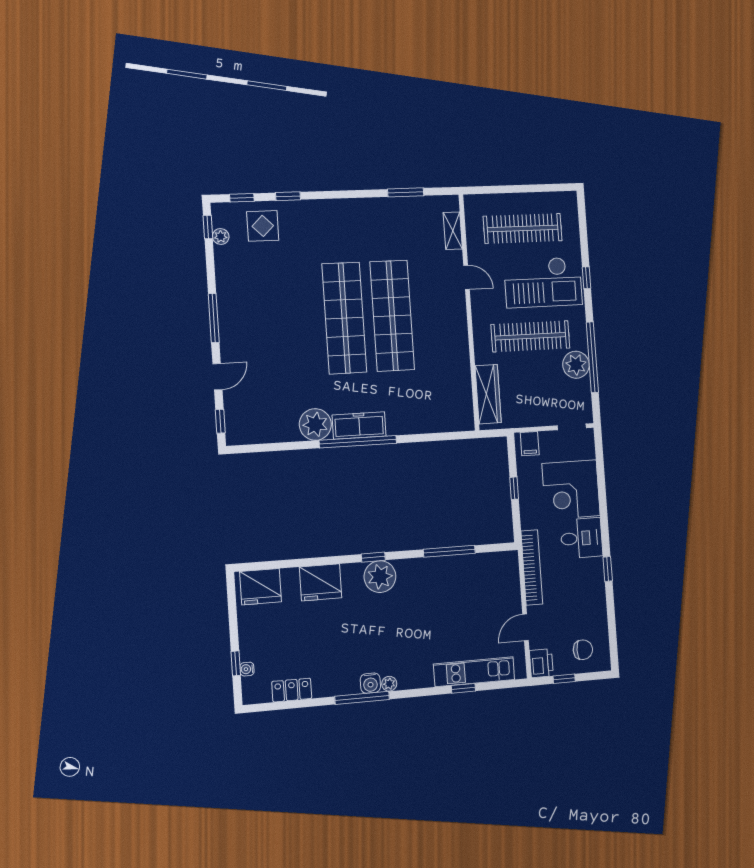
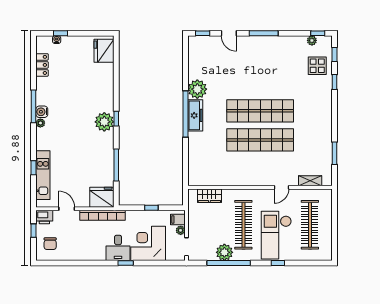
wardrobe: (488, 394) -> (209, 196), width x0.67
plant: (547, 438) -> (181, 230), added
window: (608, 569) -> (126, 263), moved
fridge: (321, 582) -> (102, 197), moved, turned 90

